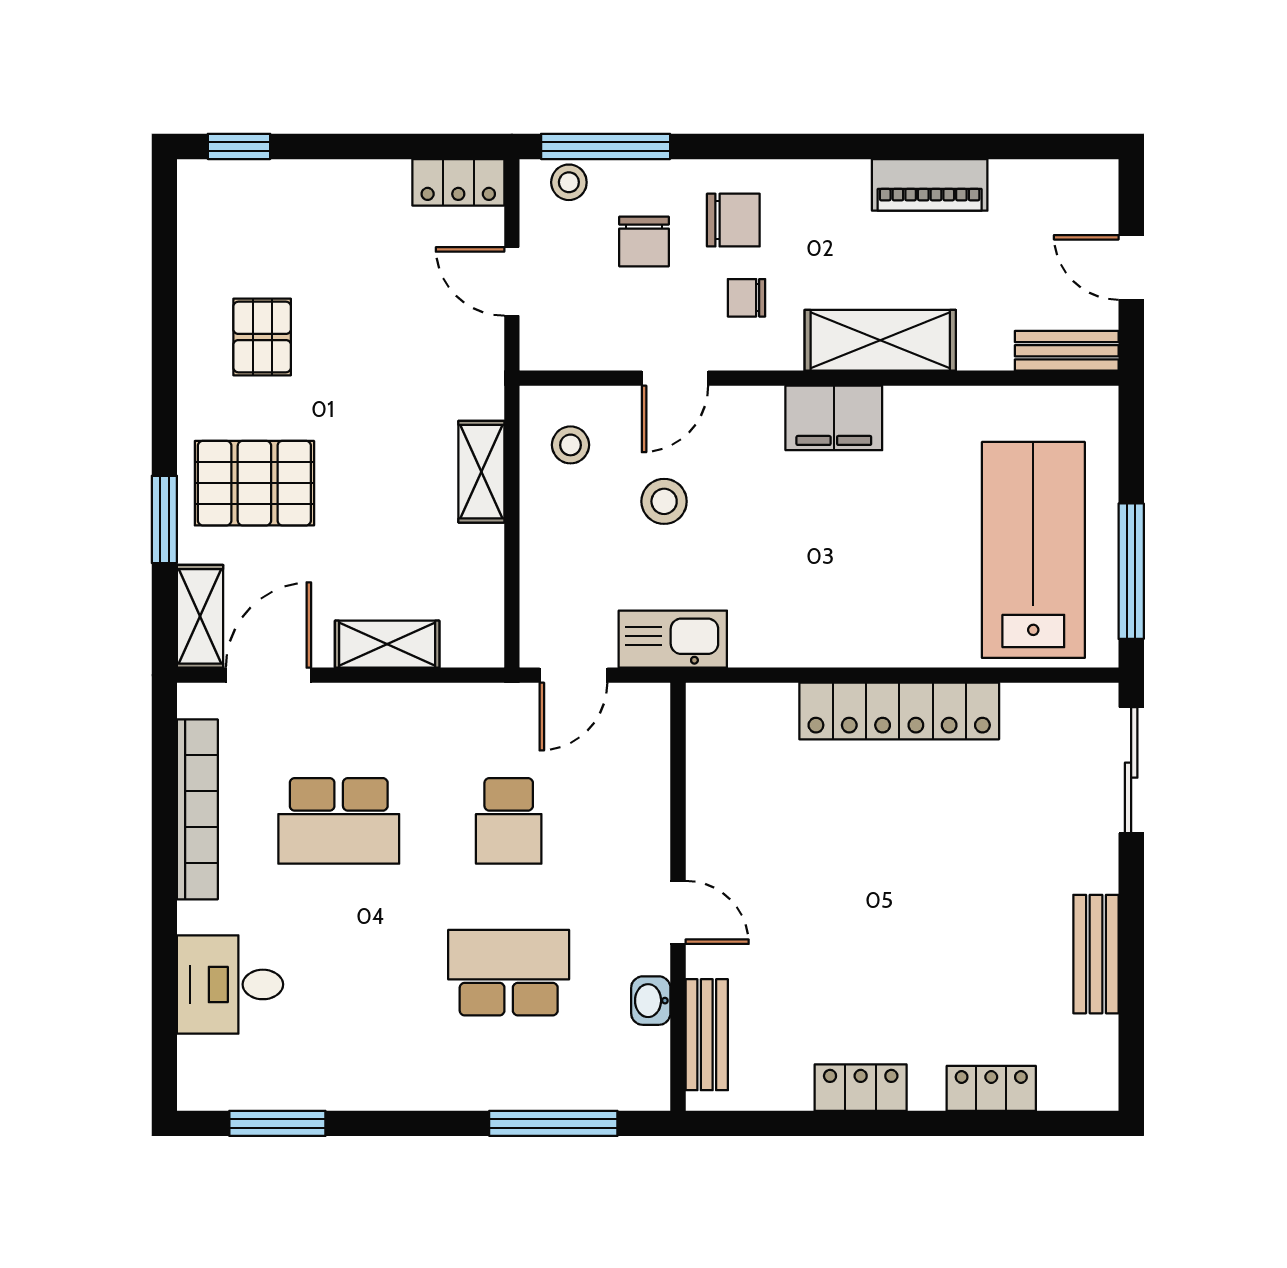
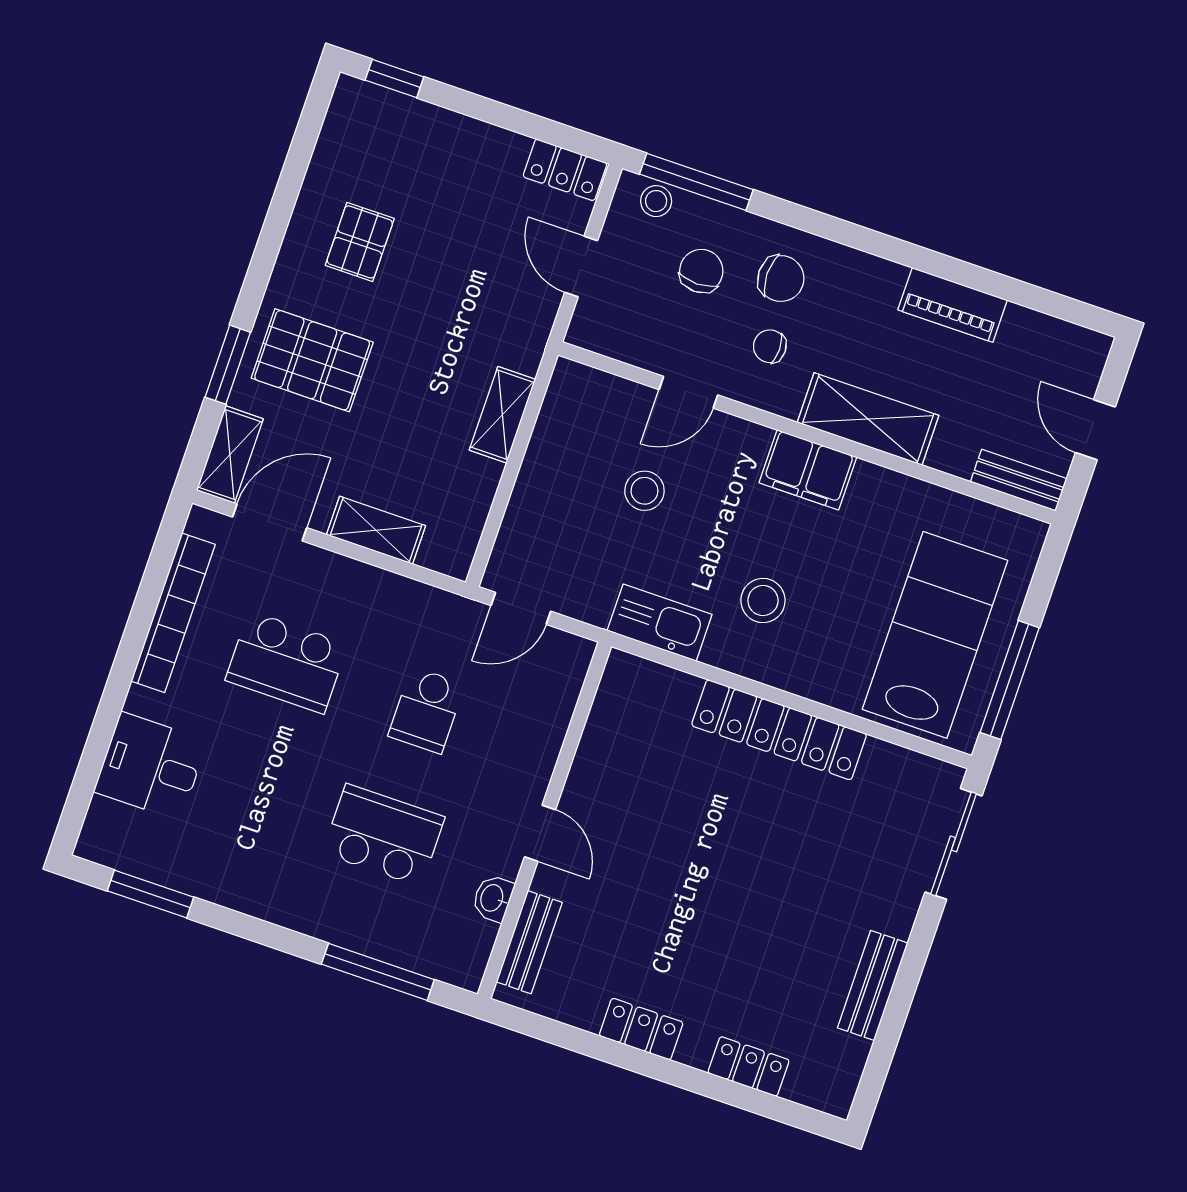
chair: (644, 241) -> (701, 271), turned 180
stool: (571, 445) -> (763, 601), moved, width x1.37, depth x1.37
kitchen sink: (673, 639) -> (660, 623), moved

